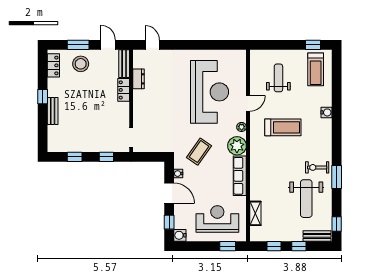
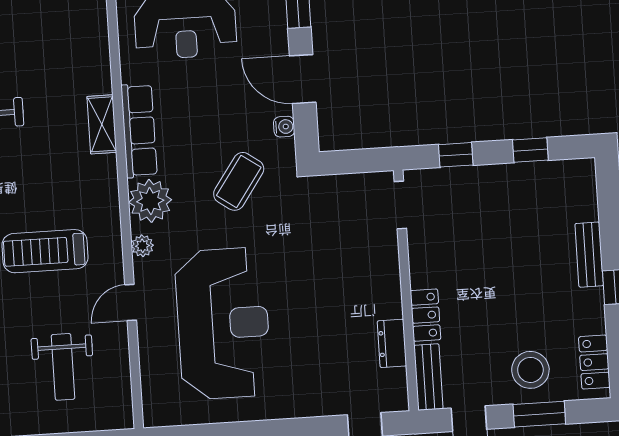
reception desk: (210, 92) -> (223, 324), turned 180
shelving: (255, 213) -> (102, 124), moved

